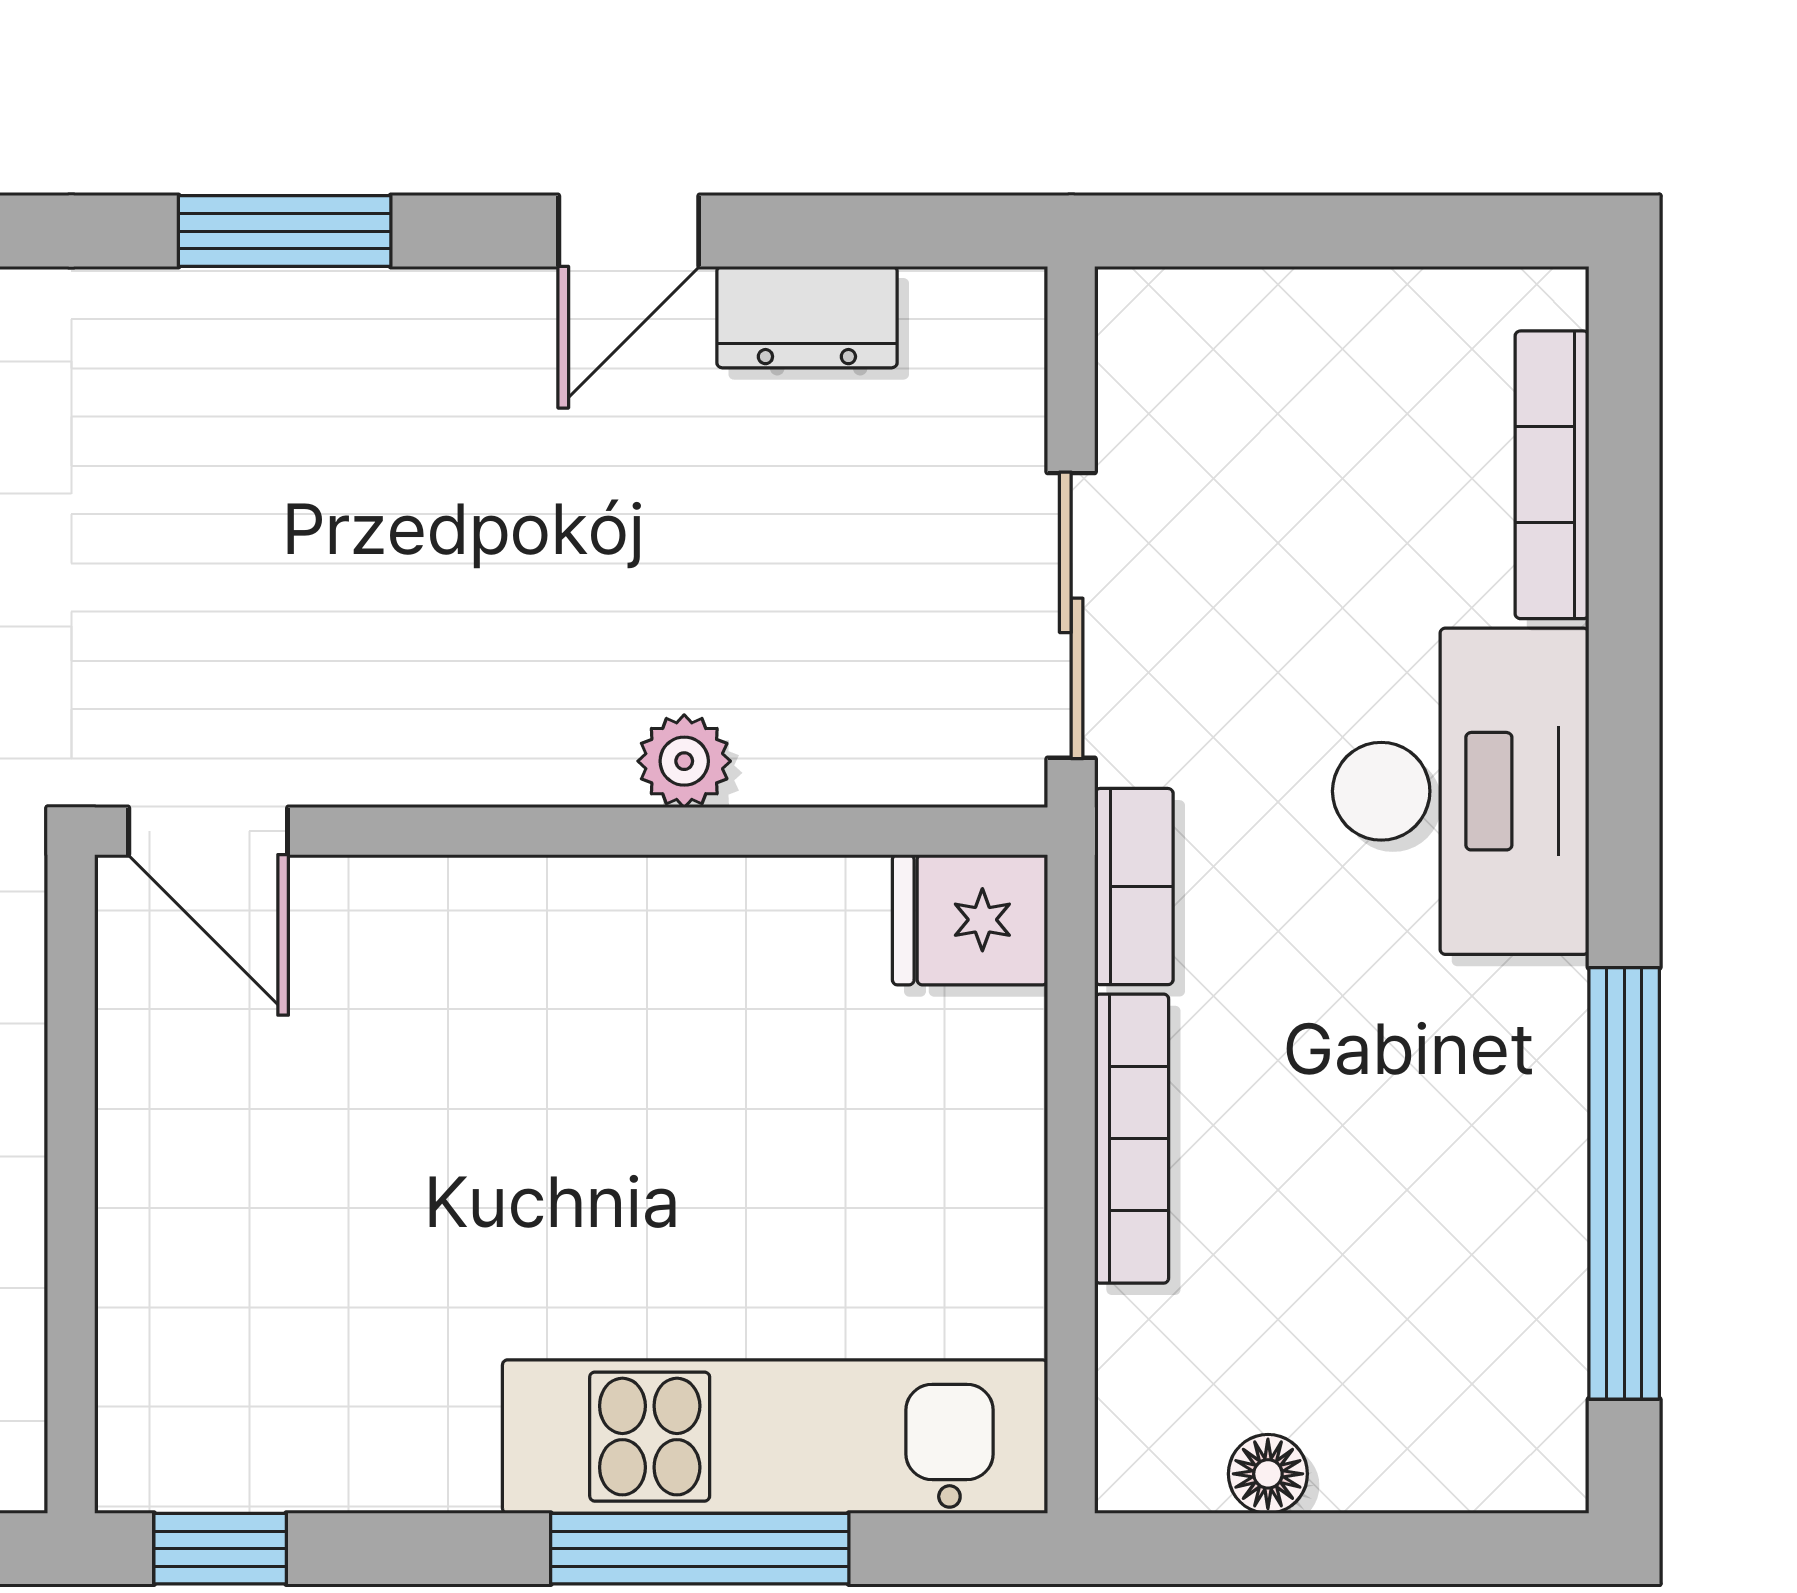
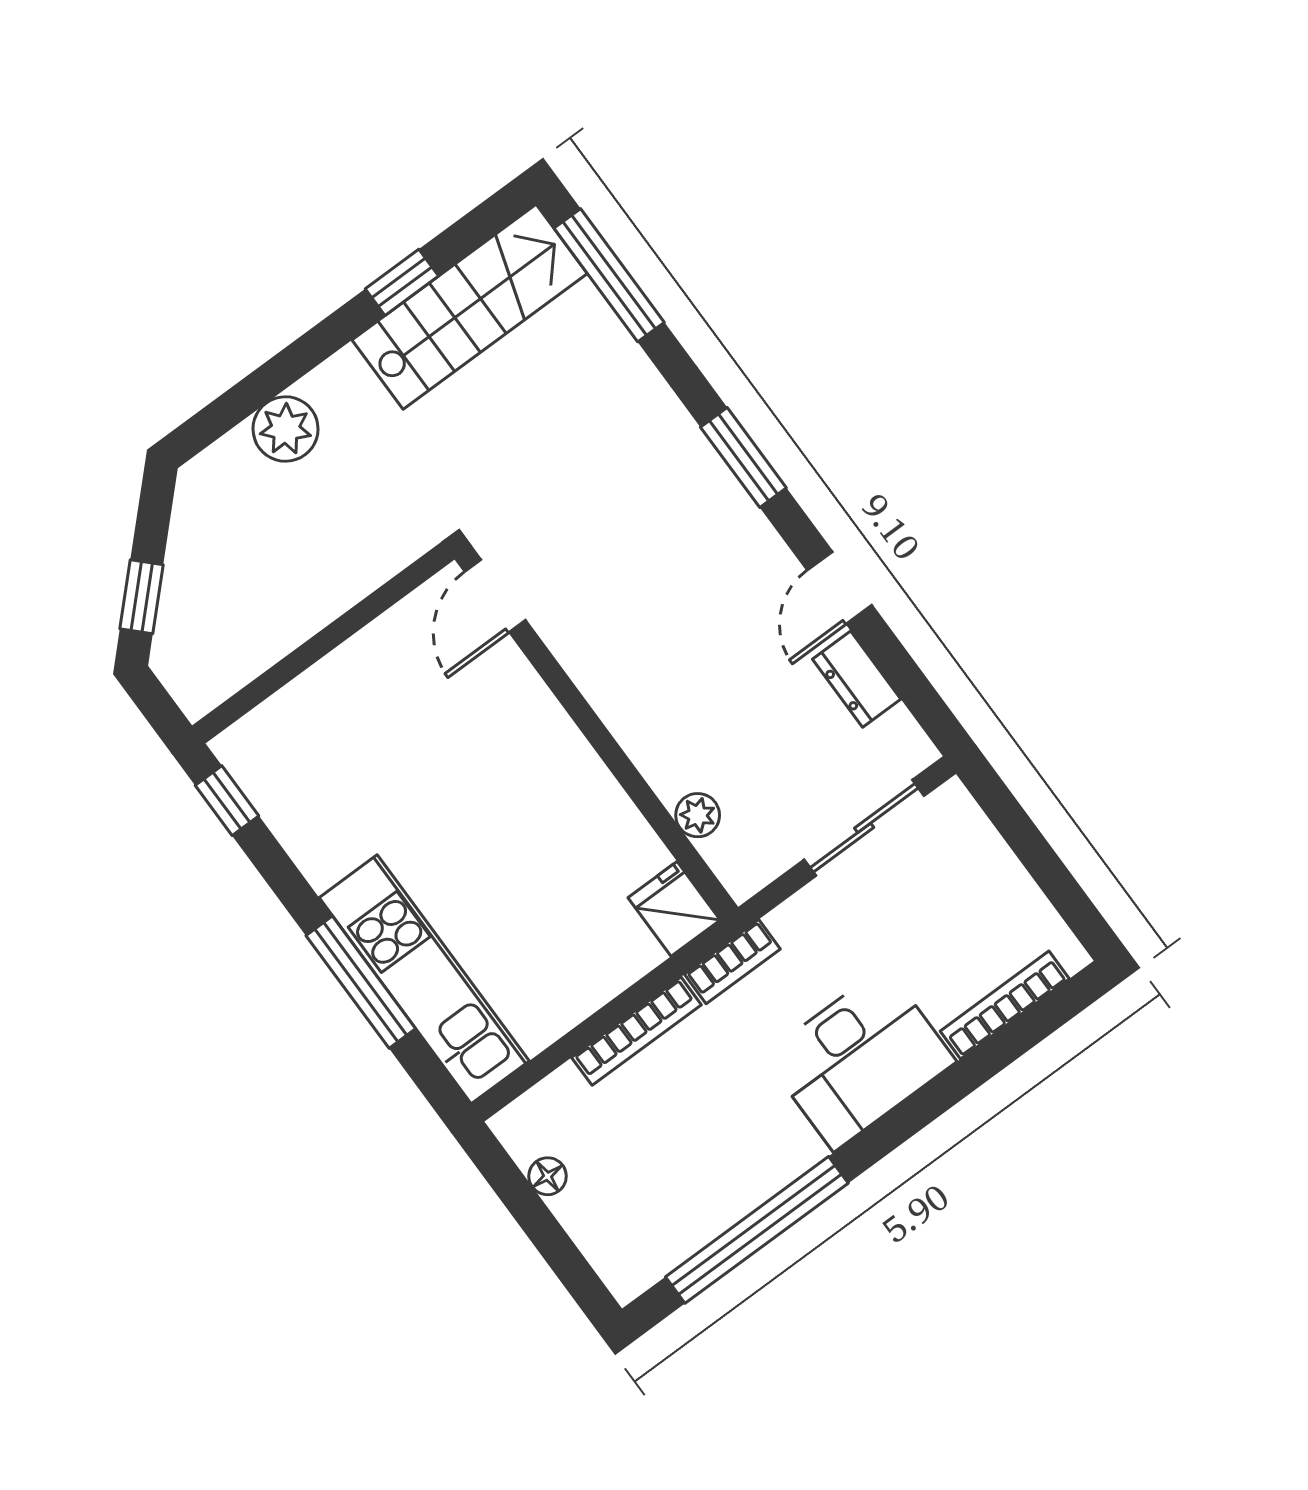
door: (629, 231) -> (839, 588), hinge flipped
sliding door: (1071, 615) -> (864, 828), moved
plant: (684, 761) -> (698, 815), moved

